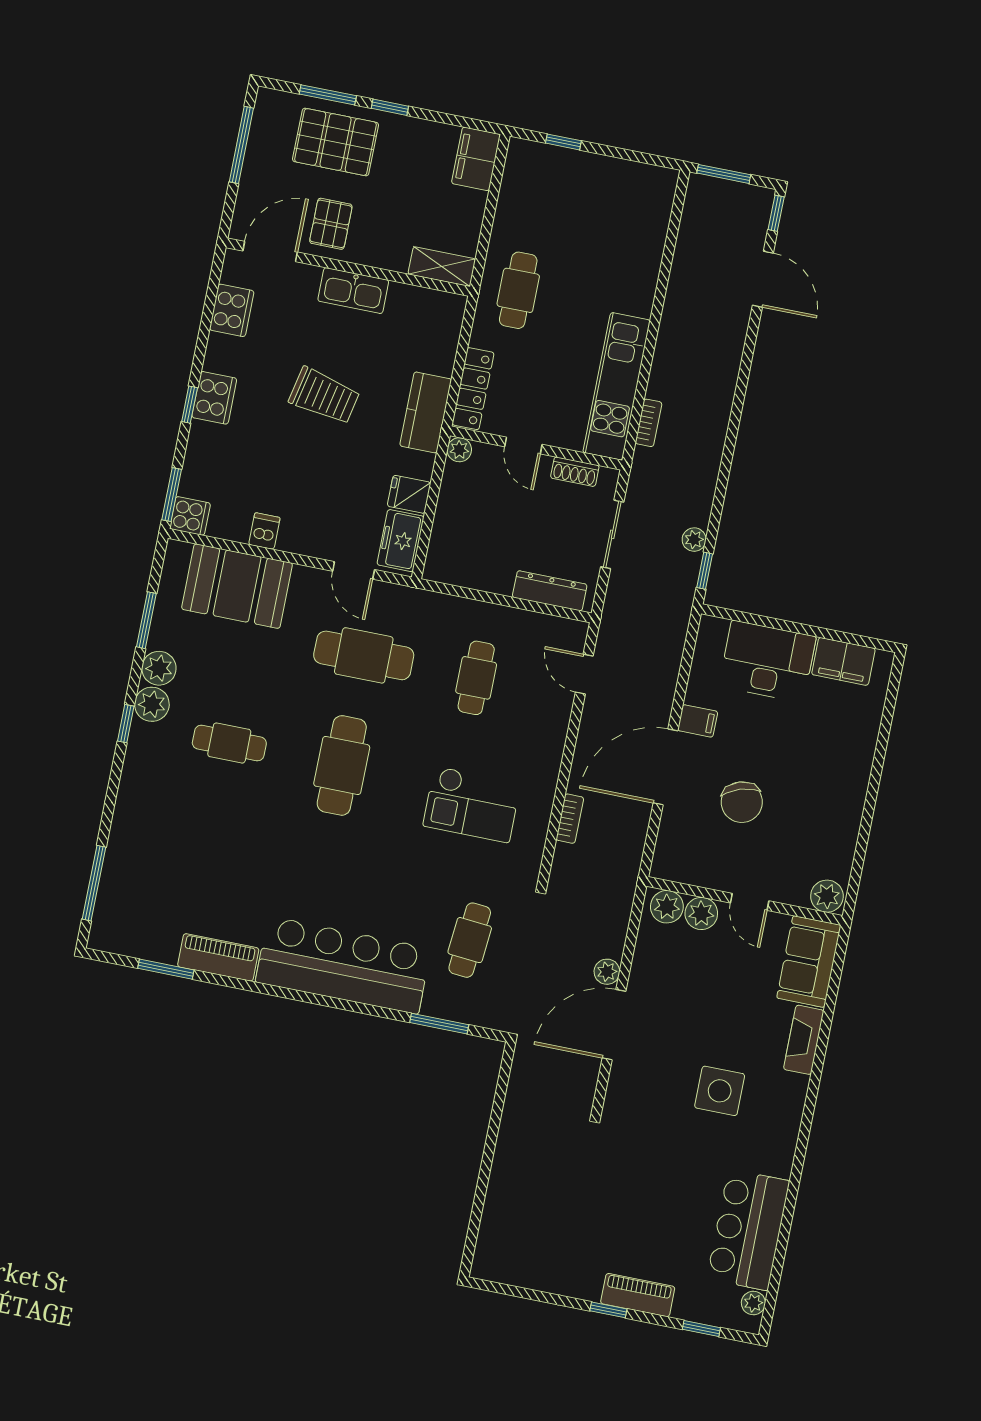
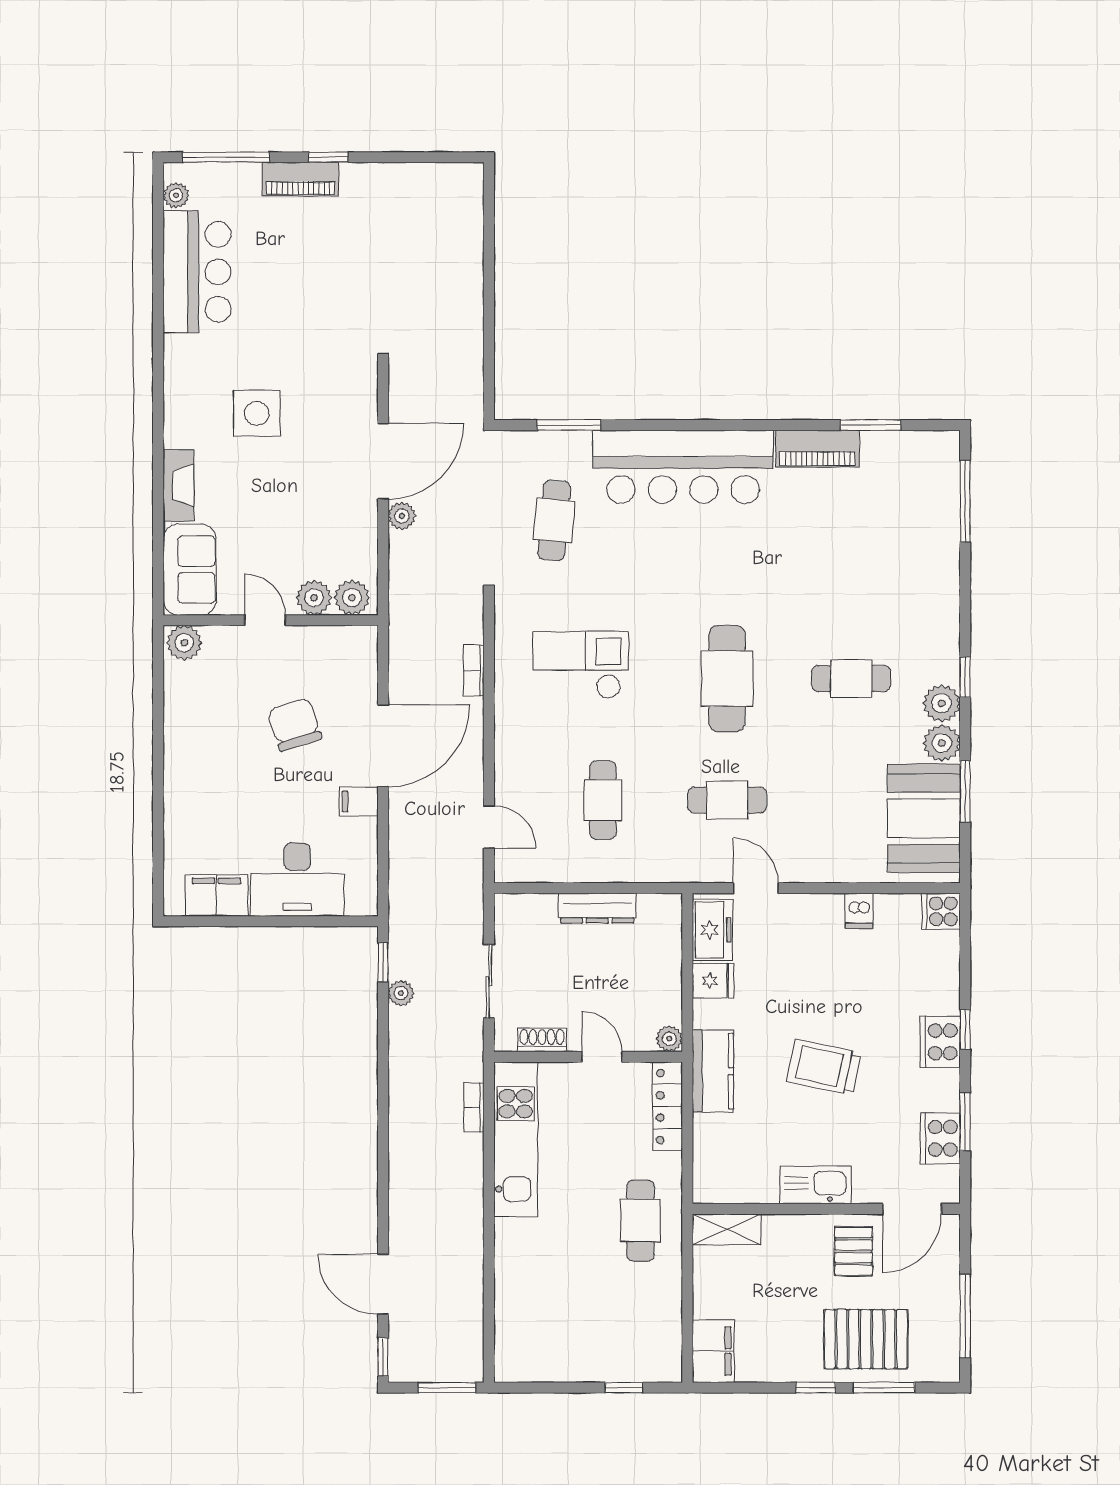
window: (172, 495) -> (965, 1122), moved
booth: (237, 586) -> (924, 818), moved, turned 90
dresser: (550, 591) -> (597, 908), moved
cafe table: (364, 655) -> (727, 800), width x0.73, depth x0.74
window: (701, 1328) -> (226, 157), width x2.17

